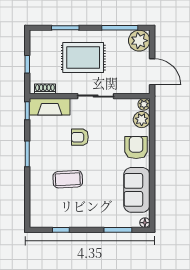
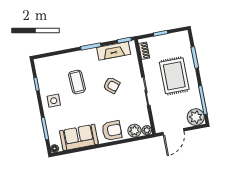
fireplace: (50, 107) -> (114, 51), moved, turned -90
armchair: (80, 137) -> (112, 85), turned 129
side table: (85, 212) -> (54, 101), added

